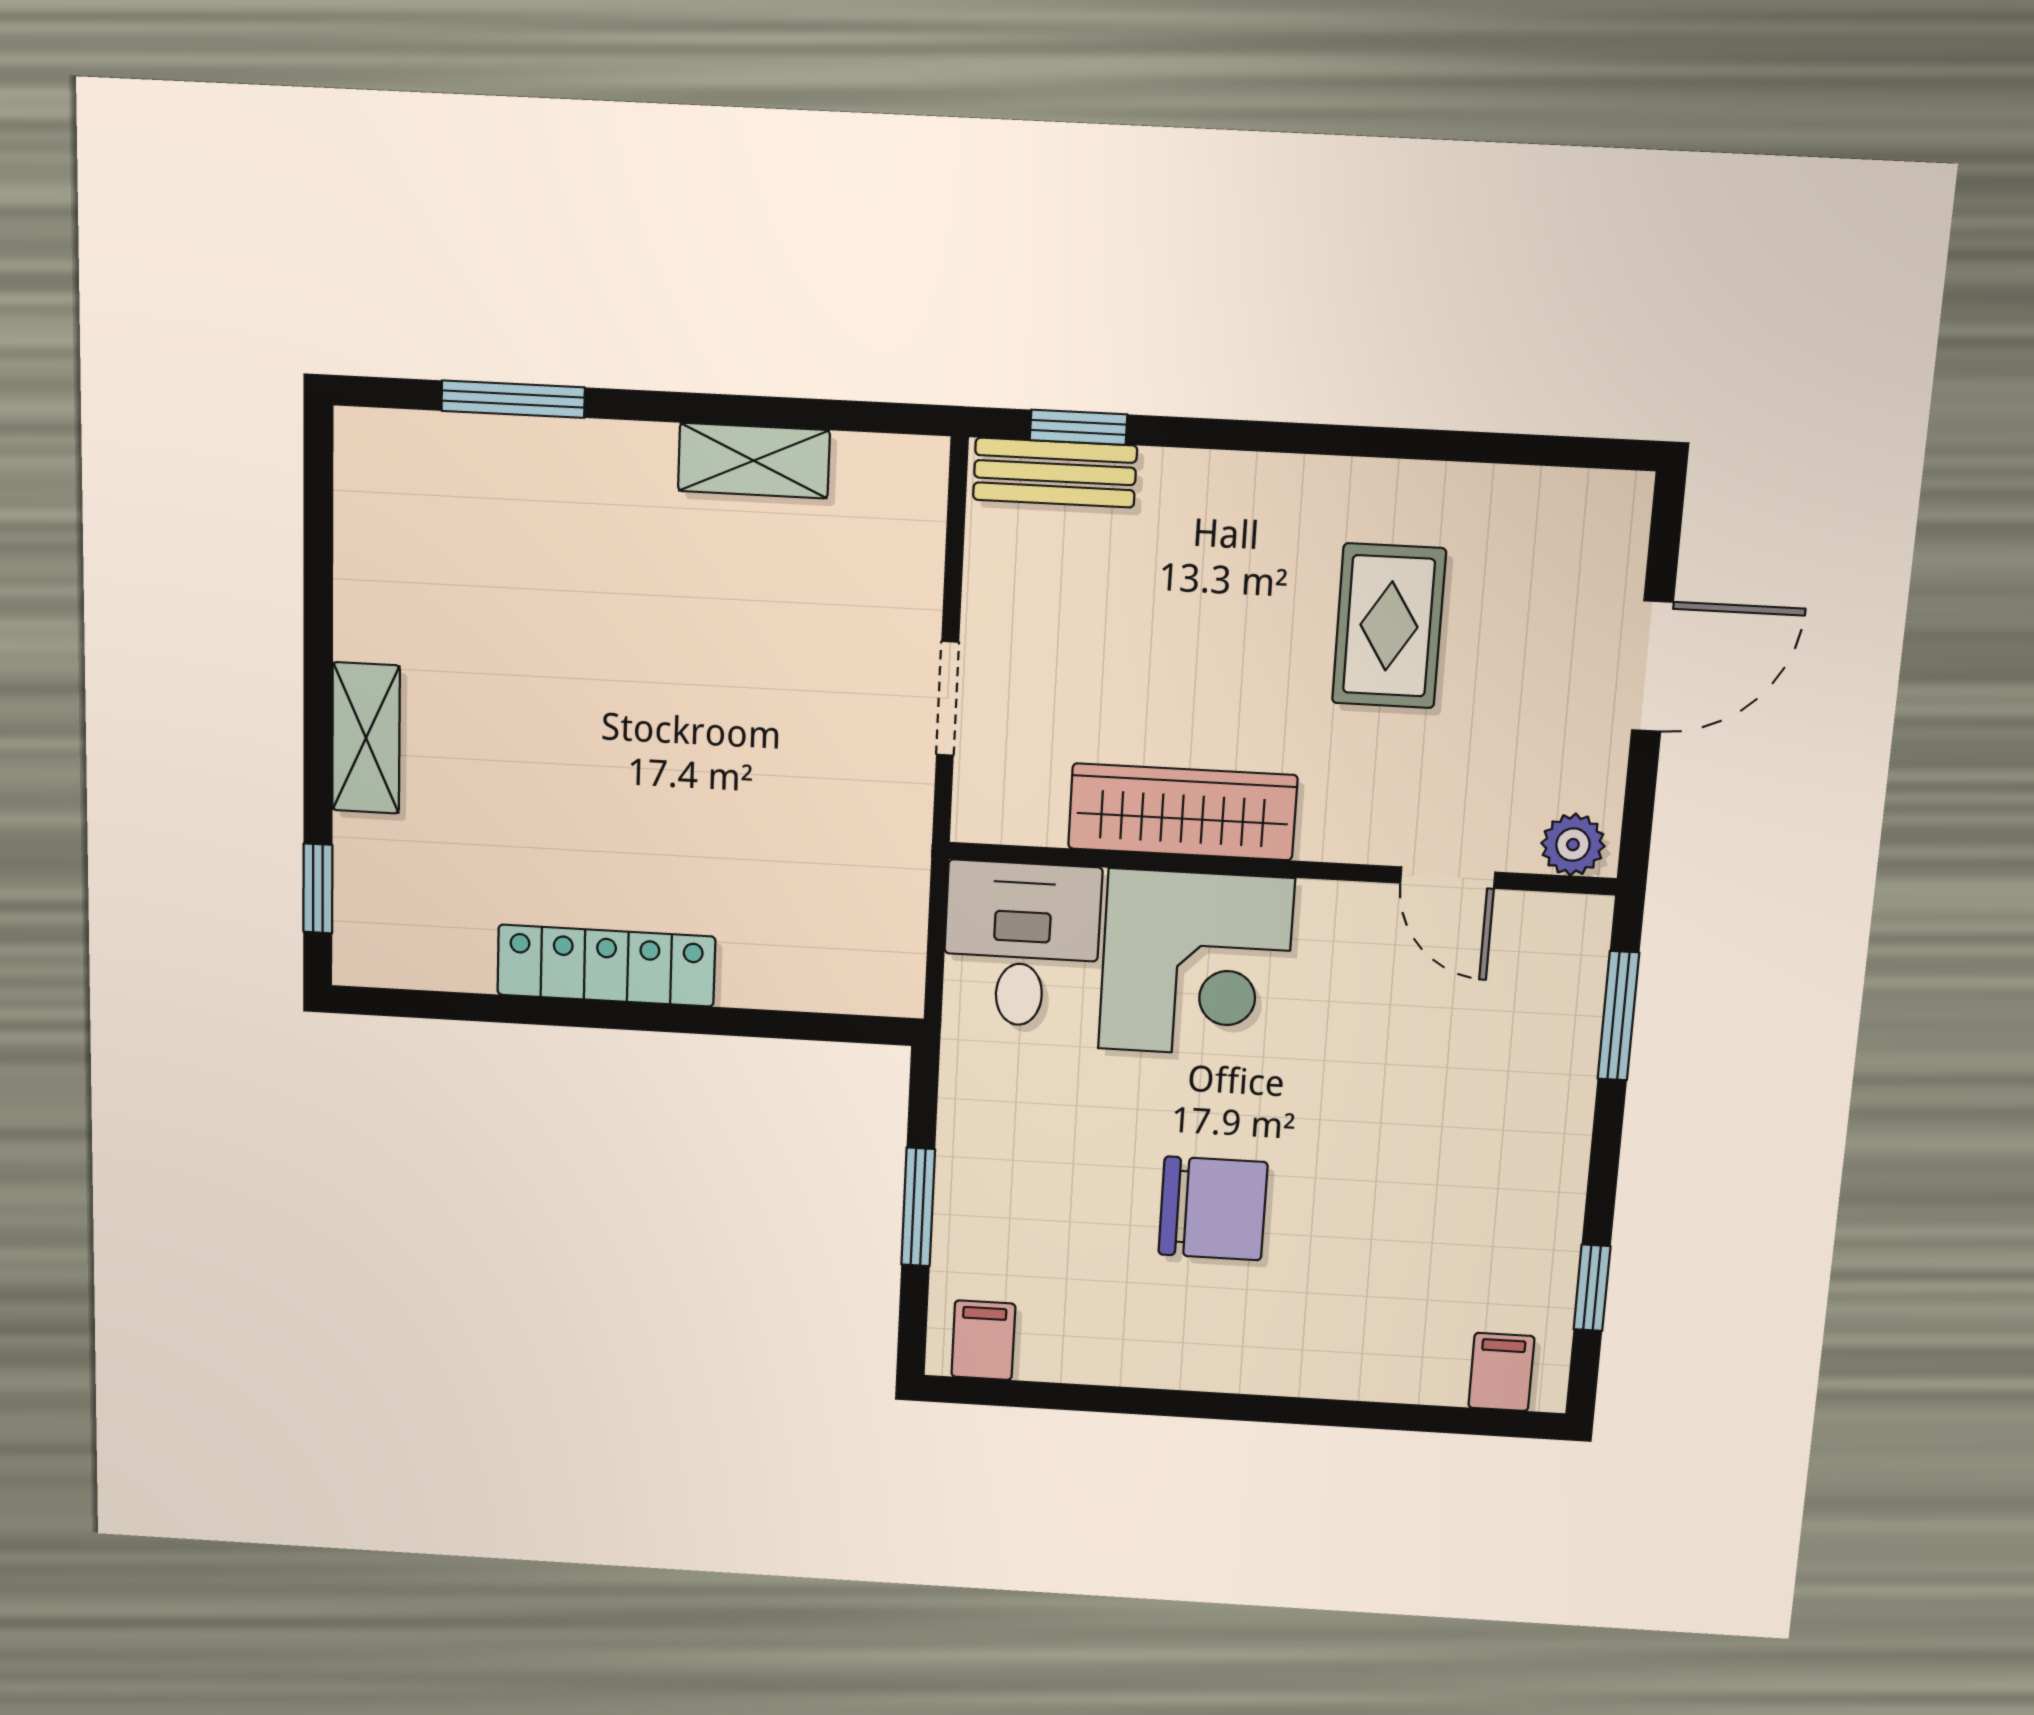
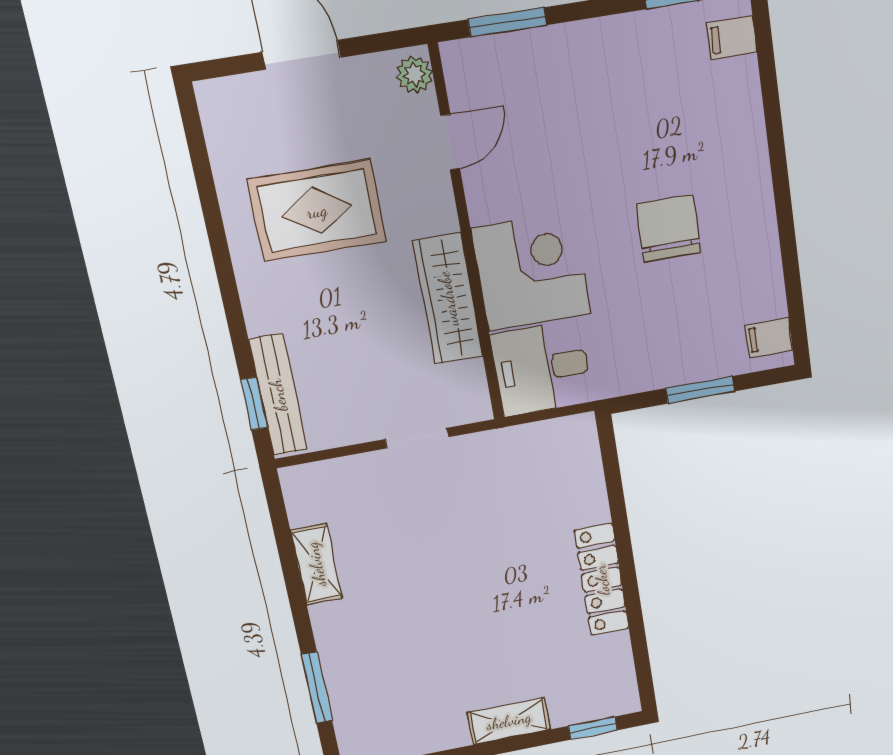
bench: (1055, 473) -> (278, 395), width x1.36
rug: (1389, 626) -> (317, 211), width x1.36, depth x1.43

